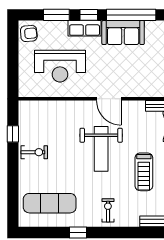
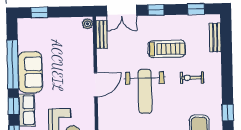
weight bench: (101, 149) -> (145, 91), turned 90
exercise bike: (108, 210) -> (192, 78), moved

